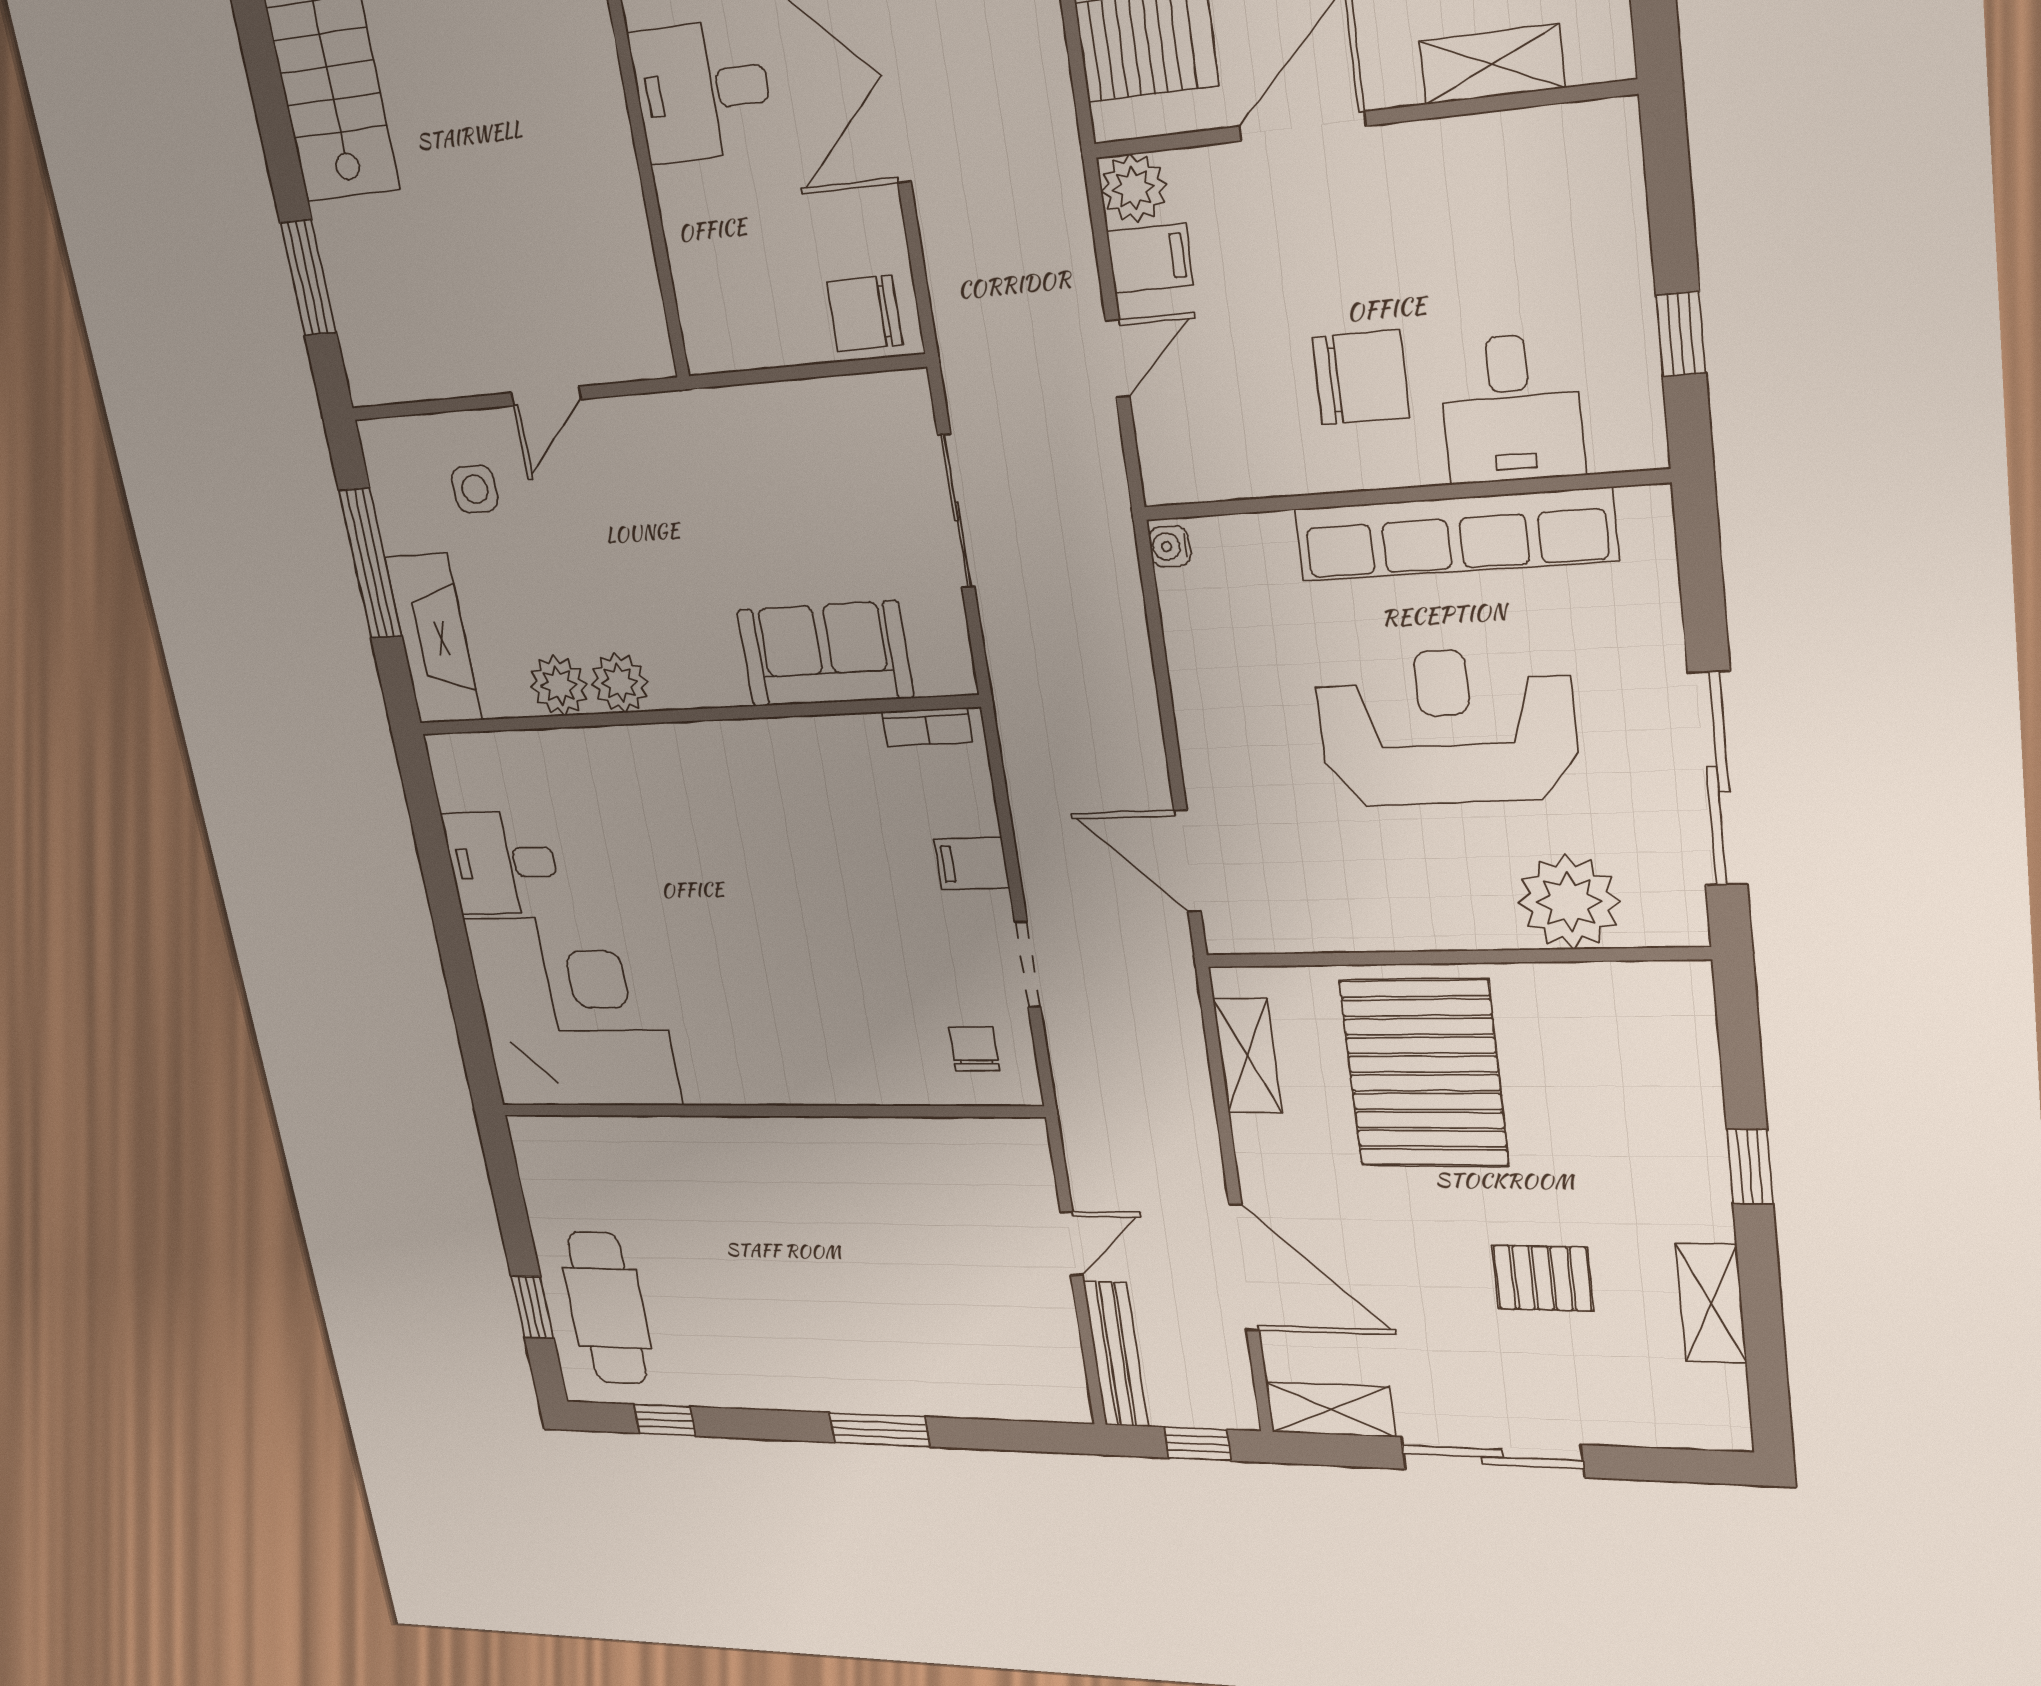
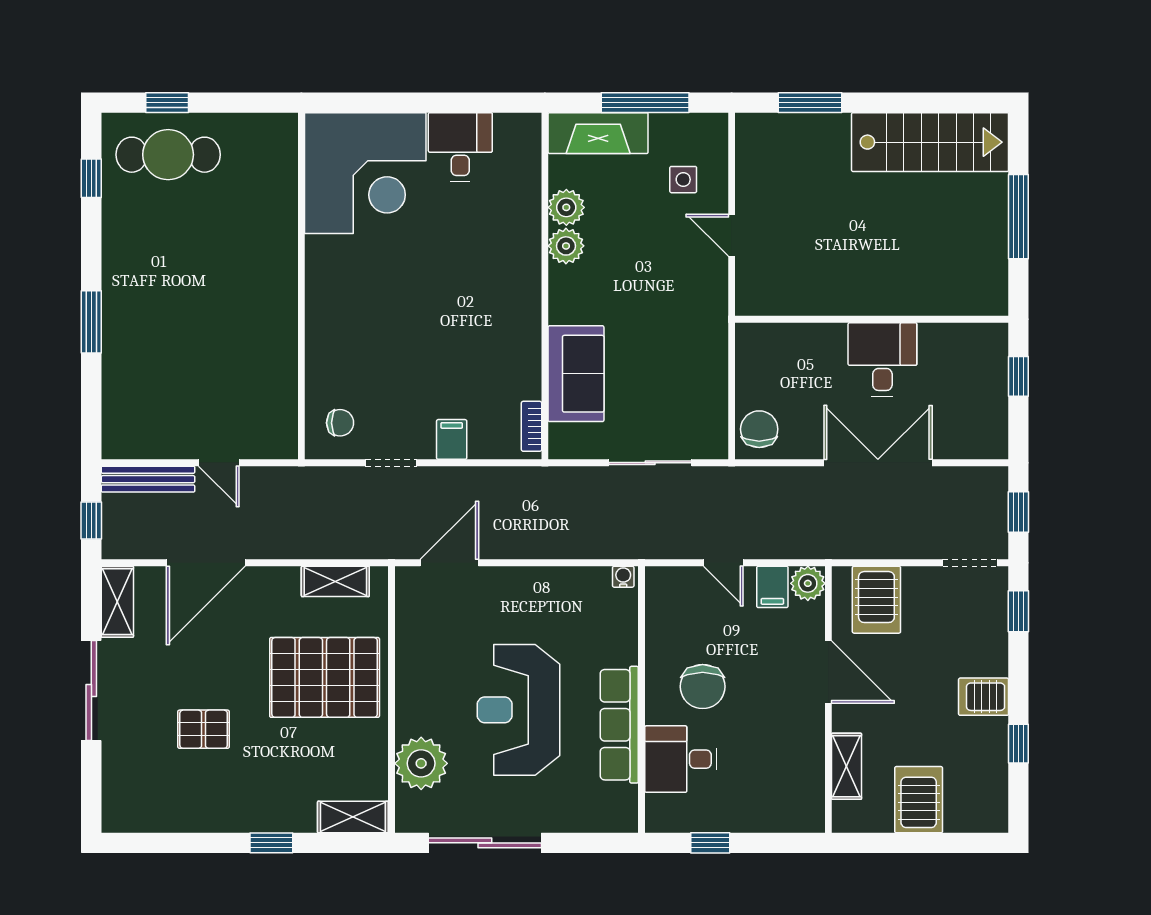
row of seats: (1454, 535) -> (619, 725), width x0.73
reception desk: (1446, 727) -> (518, 710), turned 180
pallet: (1543, 1278) -> (204, 729), turned 90
shelving: (1711, 1303) -> (353, 817), moved

